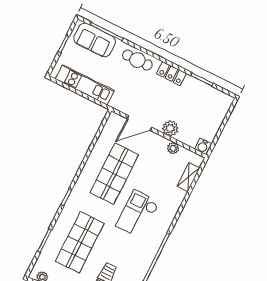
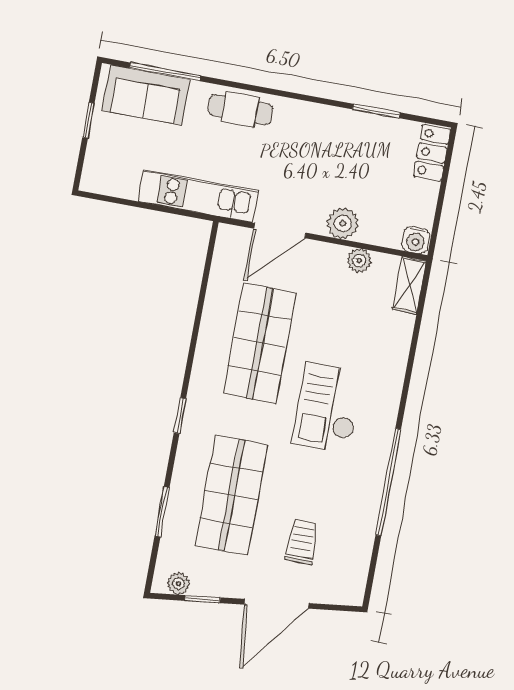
locker: (171, 74) -> (432, 153), moved, turned 90
kitchen unit: (85, 85) -> (198, 196), moved
shelving: (188, 177) -> (410, 285), moved

